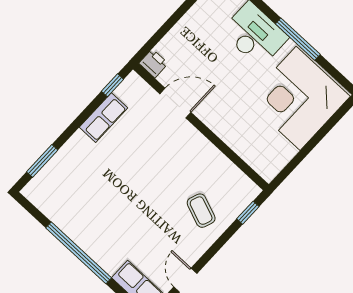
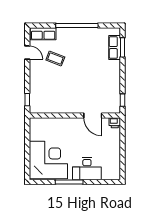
door: (175, 103) -> (93, 115), hinge flipped
row of seats: (103, 118) -> (115, 48), moved
coffee table: (201, 211) -> (55, 58), moved

